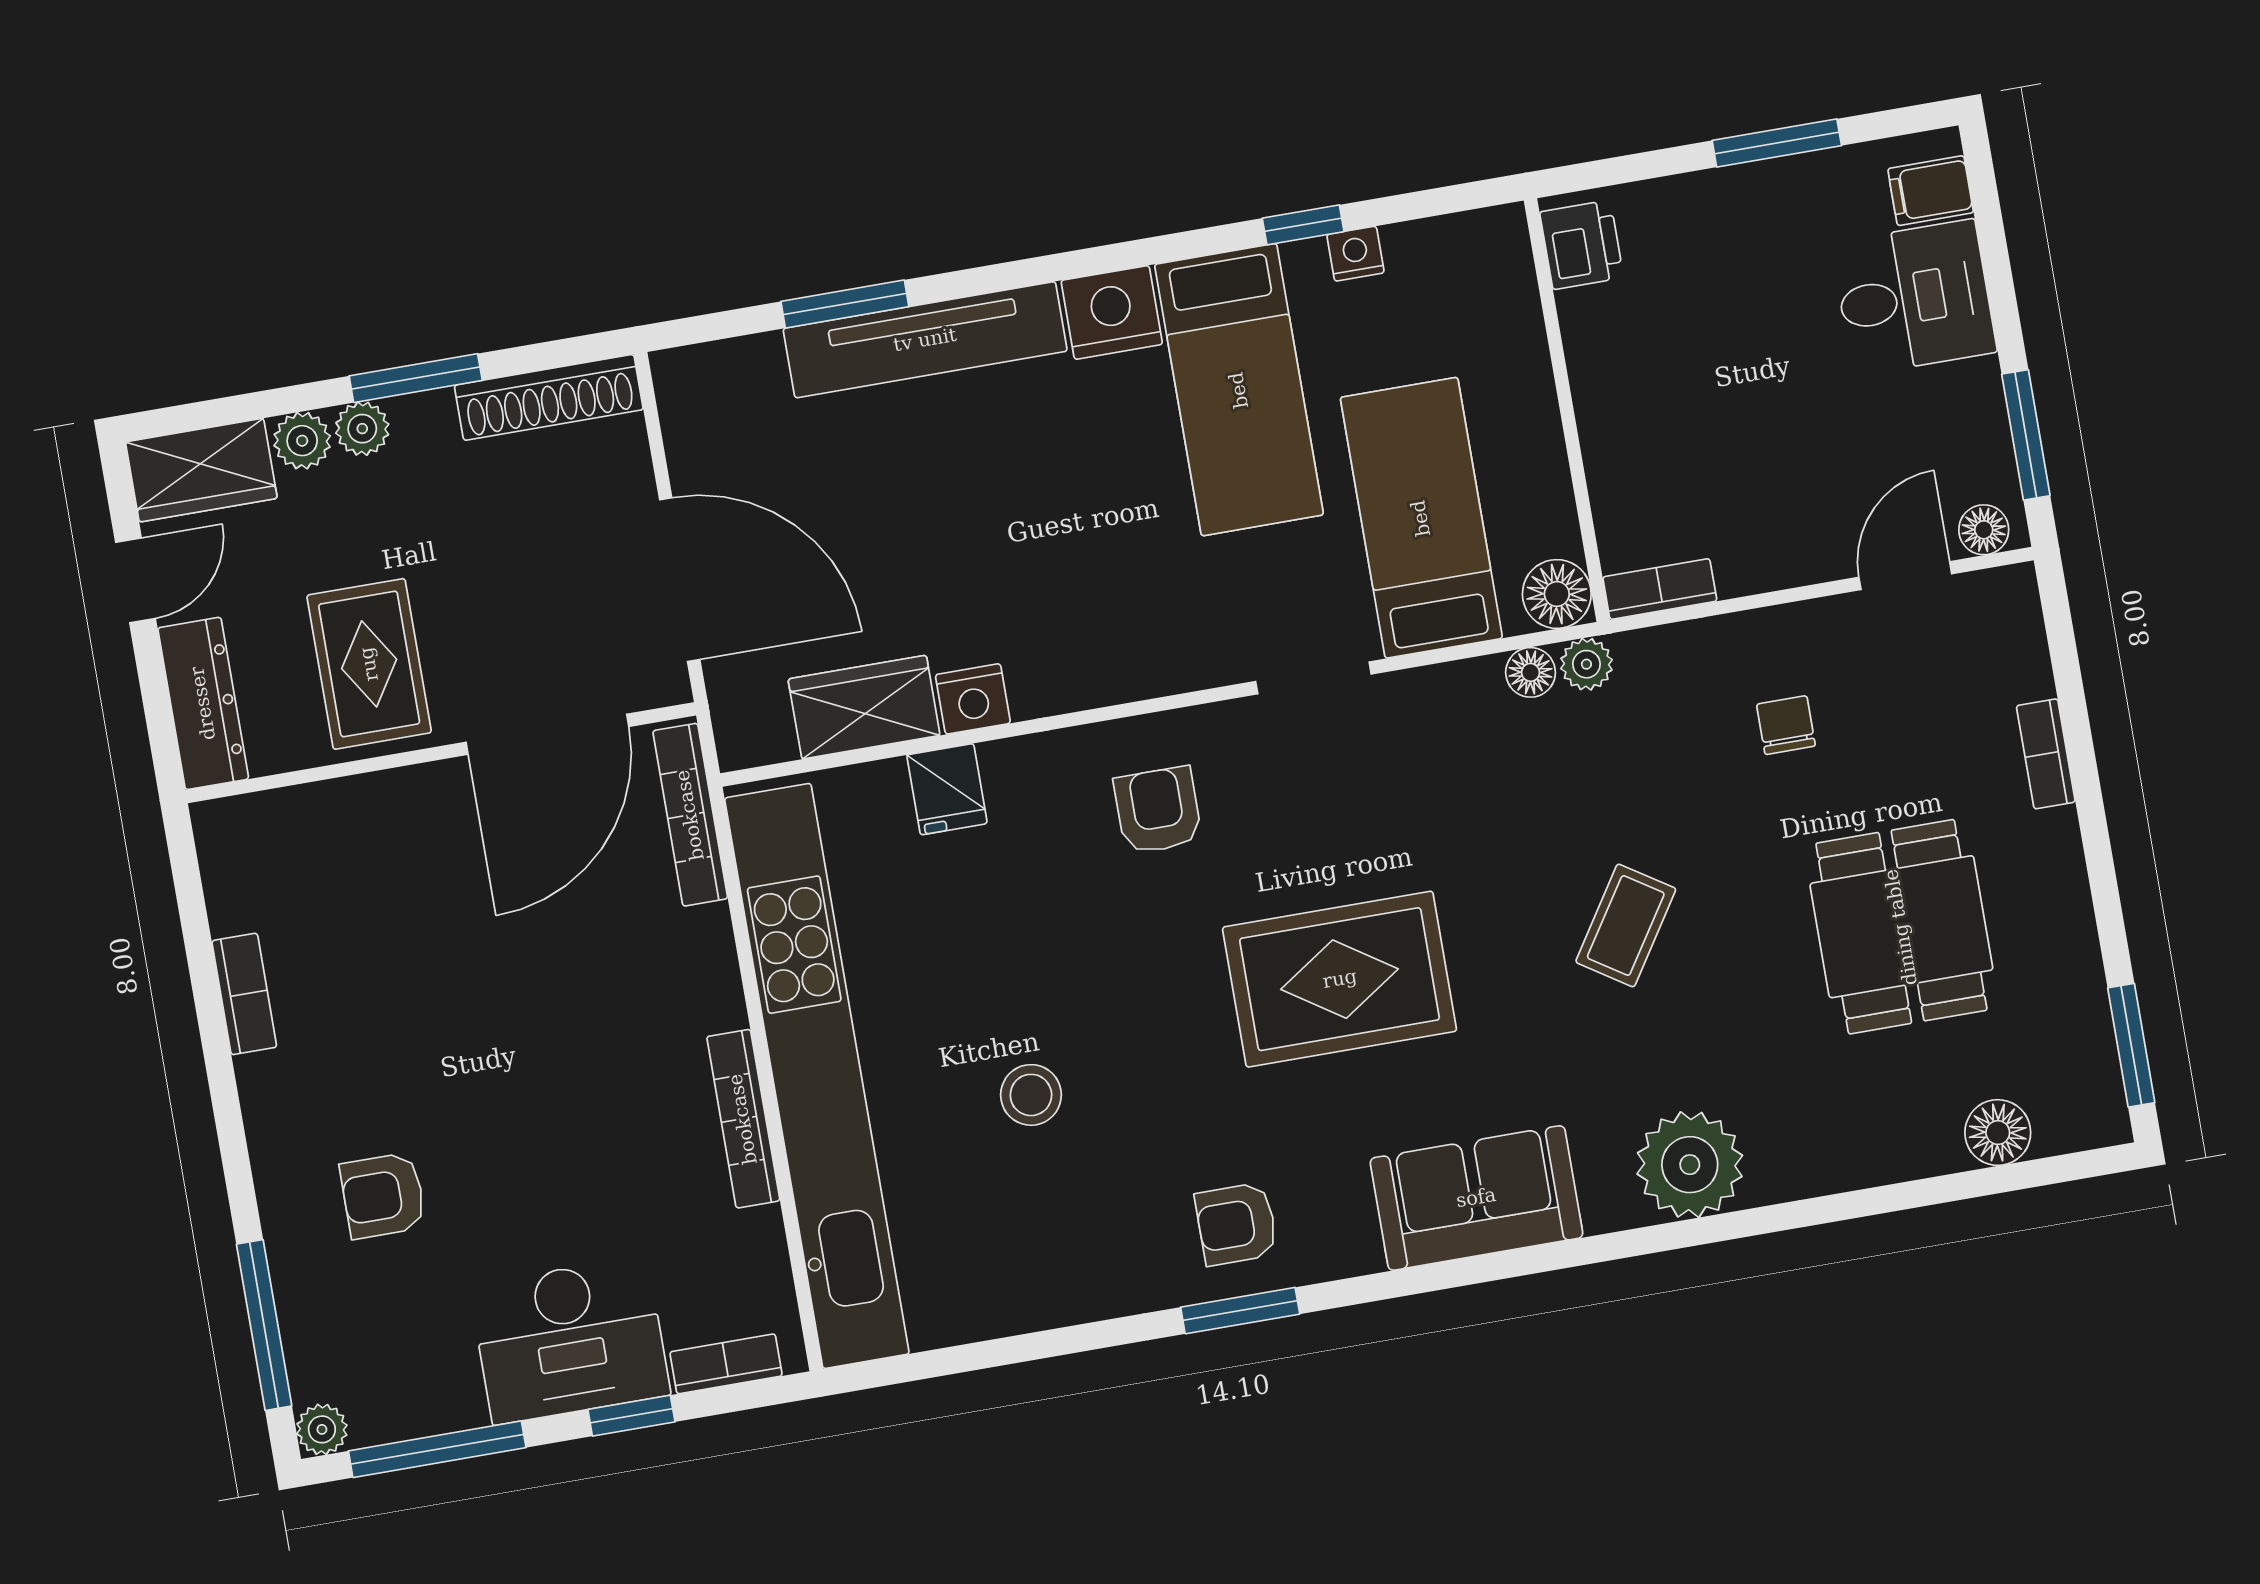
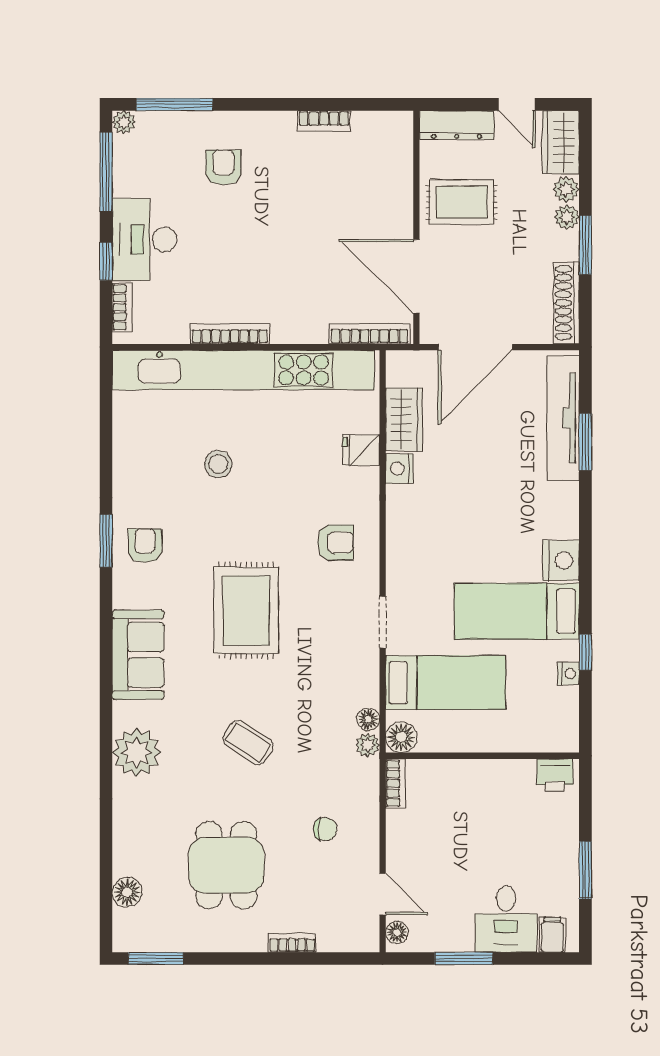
tv unit: (925, 340) -> (563, 418), moved
window: (2026, 435) -> (464, 958), moved
dining table: (1901, 927) -> (226, 865), turned 90

